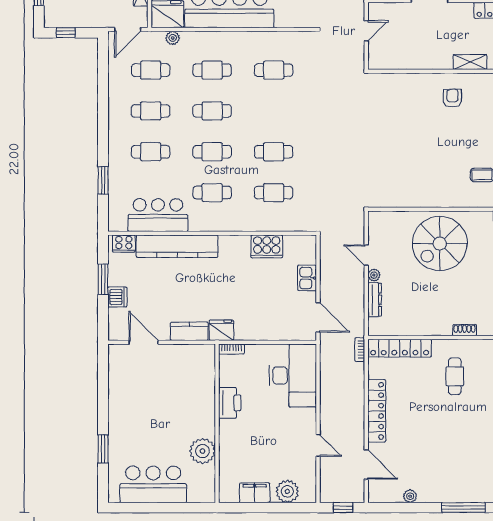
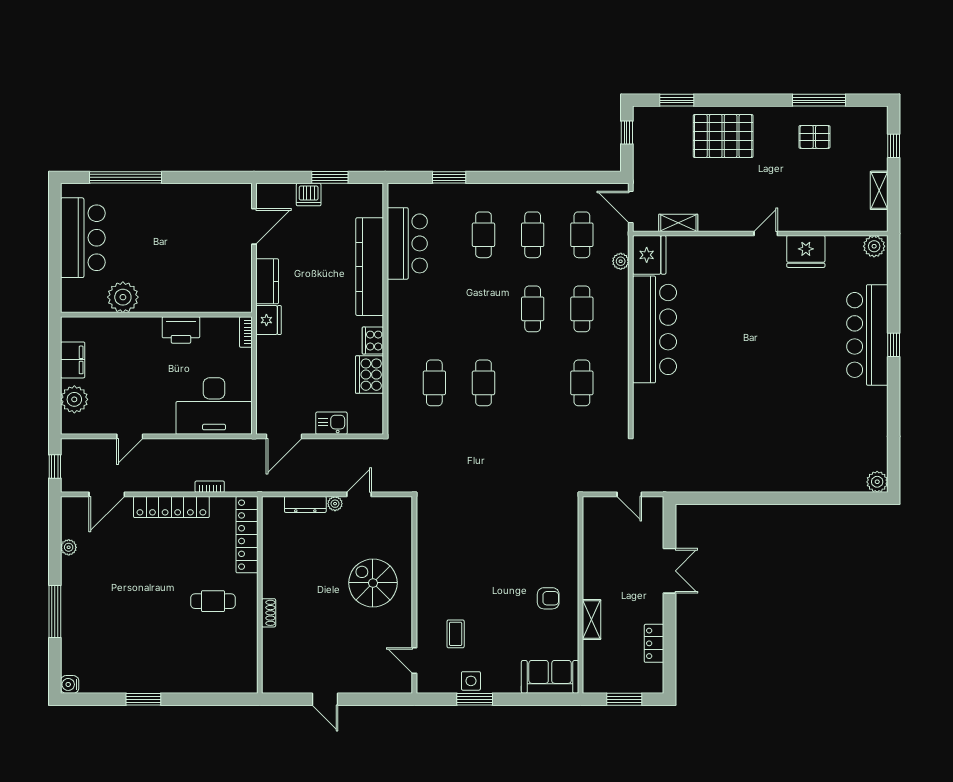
cafe table: (212, 152) -> (483, 309), removed
cafe table: (212, 193) -> (434, 309), removed
cooker: (124, 244) -> (373, 341), moved
spiral stairs: (440, 244) -> (373, 583), width x0.73, depth x0.73
bookcase: (360, 350) -> (210, 487), moved
window: (103, 449) -> (126, 177), width x2.11

